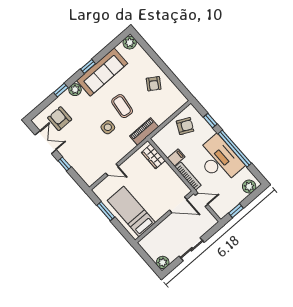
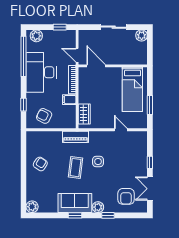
sofa: (102, 72) -> (75, 203), width x0.73
window: (235, 149) -> (23, 56), moved

